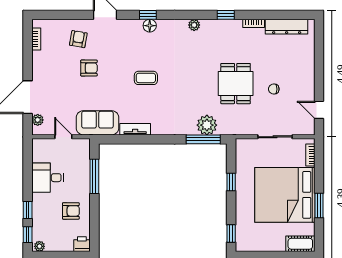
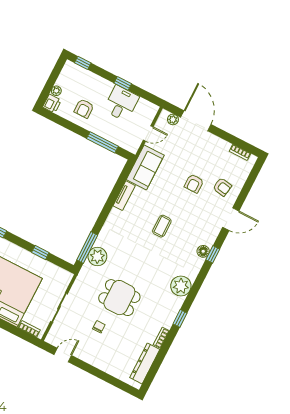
plant: (194, 25) -> (181, 286), width x1.88, depth x1.88
window: (28, 210) -> (123, 83), moved
plant: (39, 246) -> (56, 91), moved

